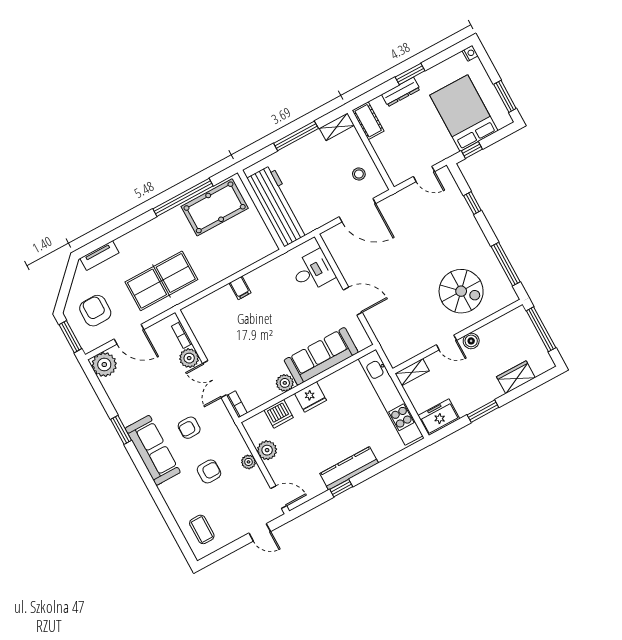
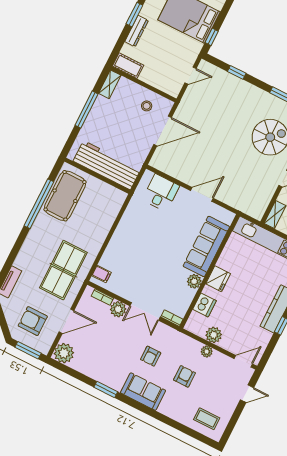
filing cabinet: (240, 288) -> (102, 274), moved
sofa: (153, 450) -> (143, 392), width x0.73

